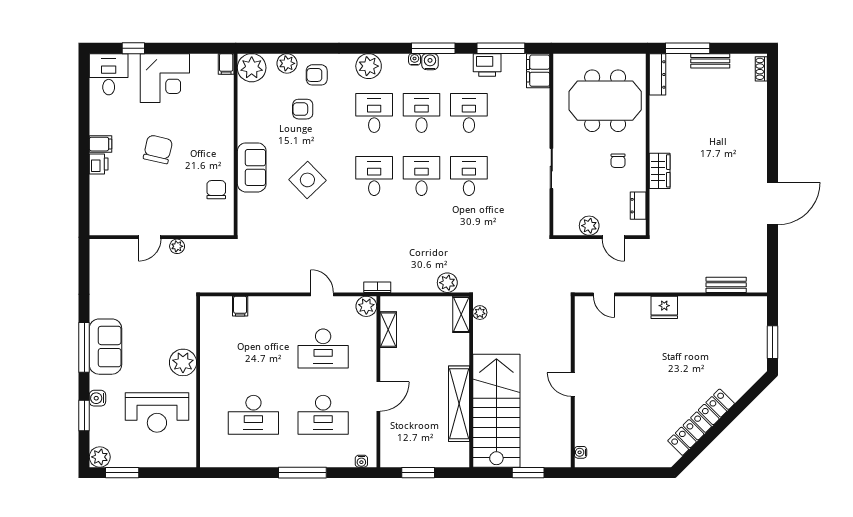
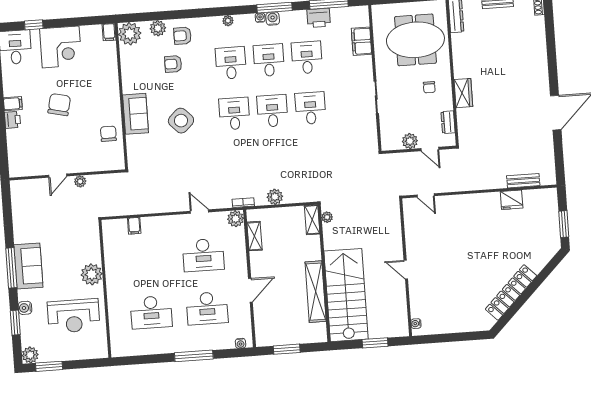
plant: (369, 66) -> (228, 21), width x0.53, depth x0.53
filing cabinet: (538, 71) -> (361, 41), moved
plant: (447, 283) -> (275, 197), moved
fridge: (664, 307) -> (512, 200), moved

